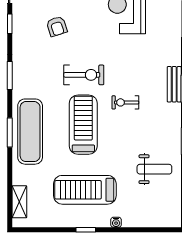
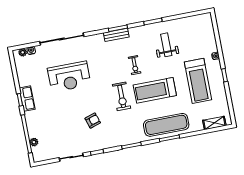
exercise bike: (84, 75) -> (122, 96), turned 180
weight bench: (154, 169) -> (166, 45), moved

